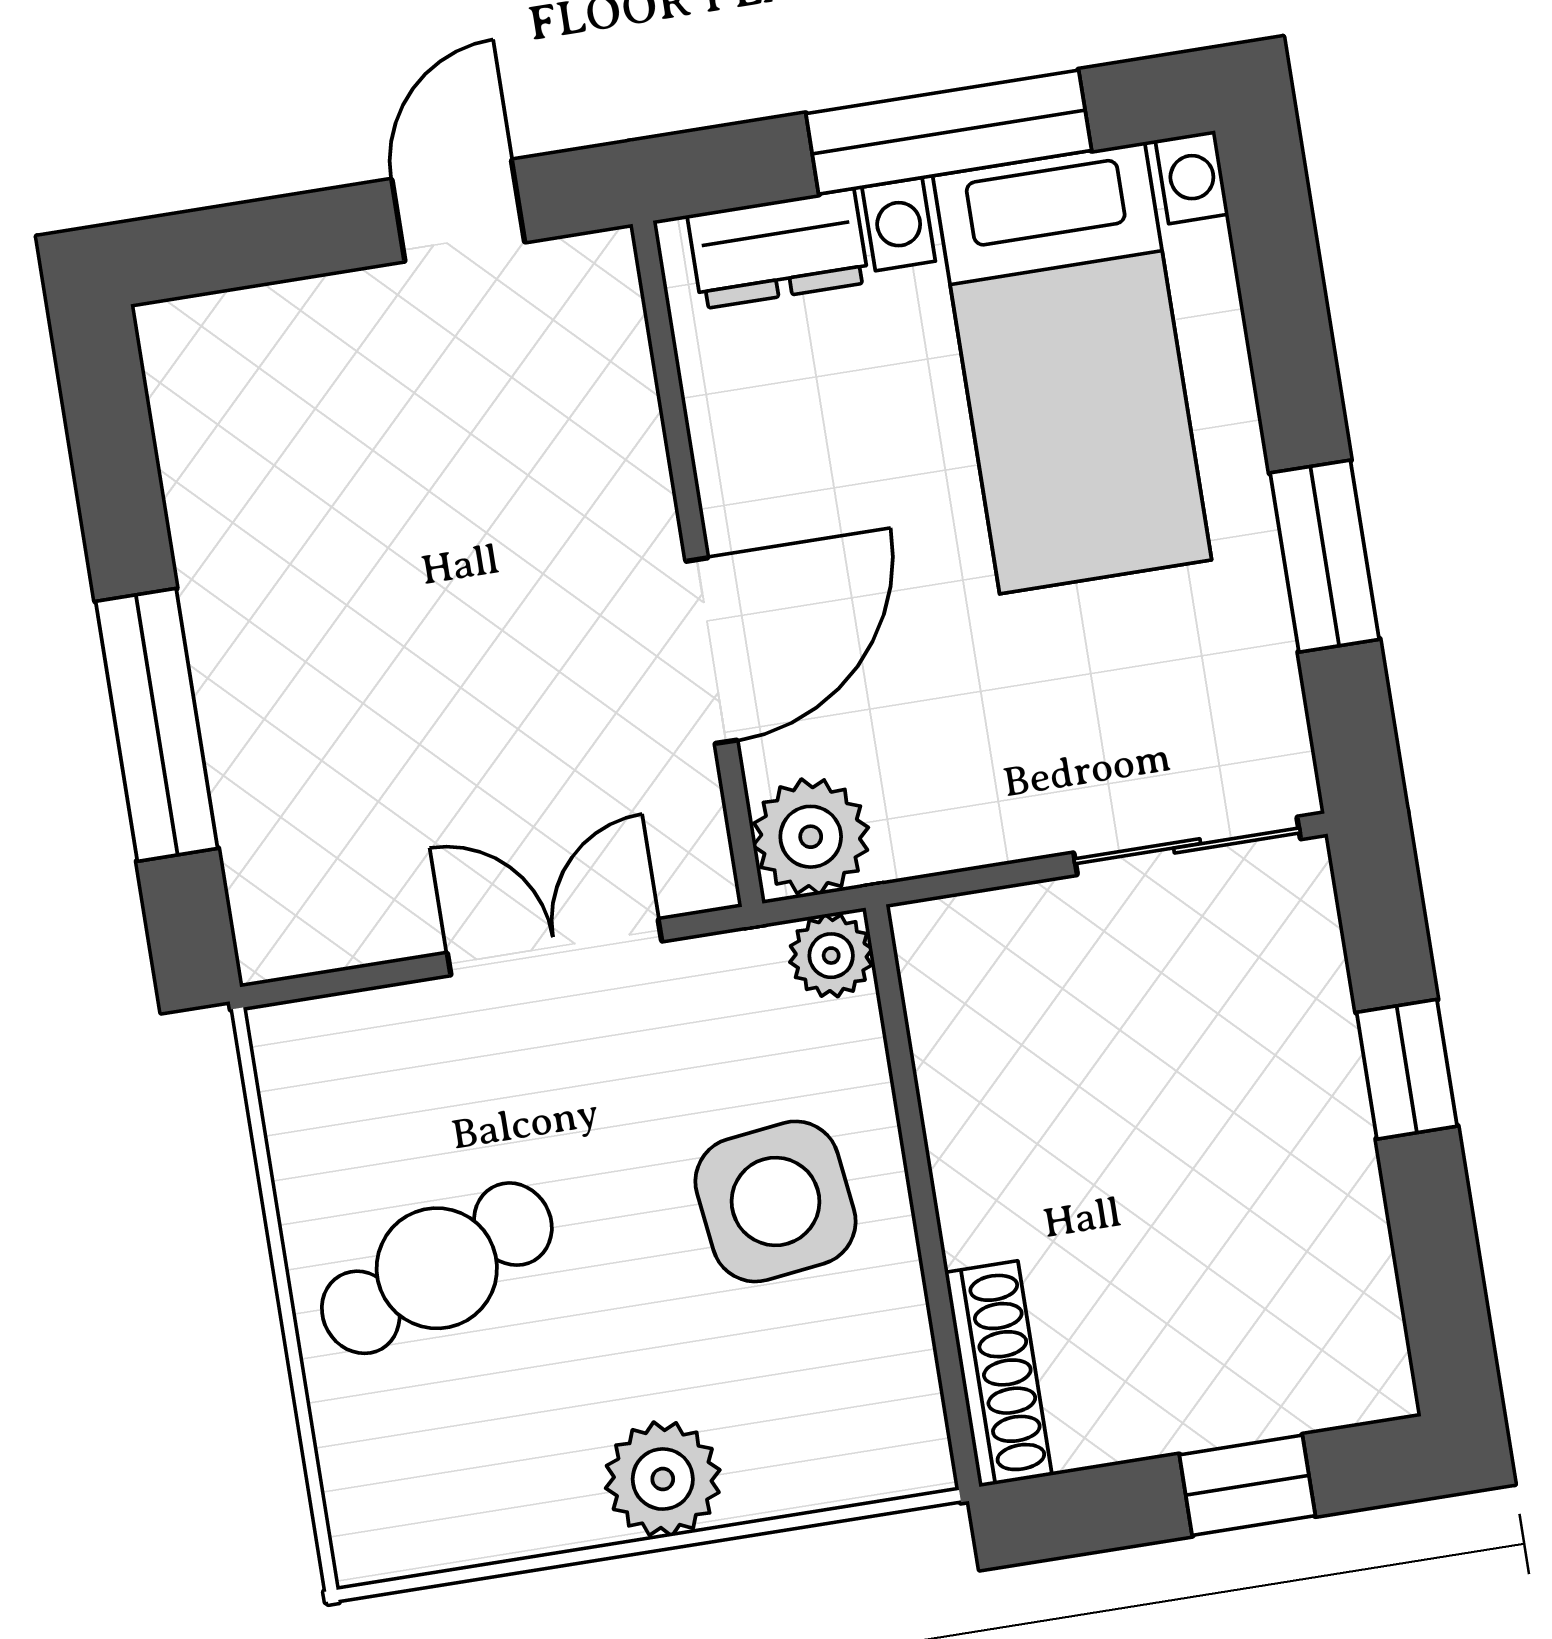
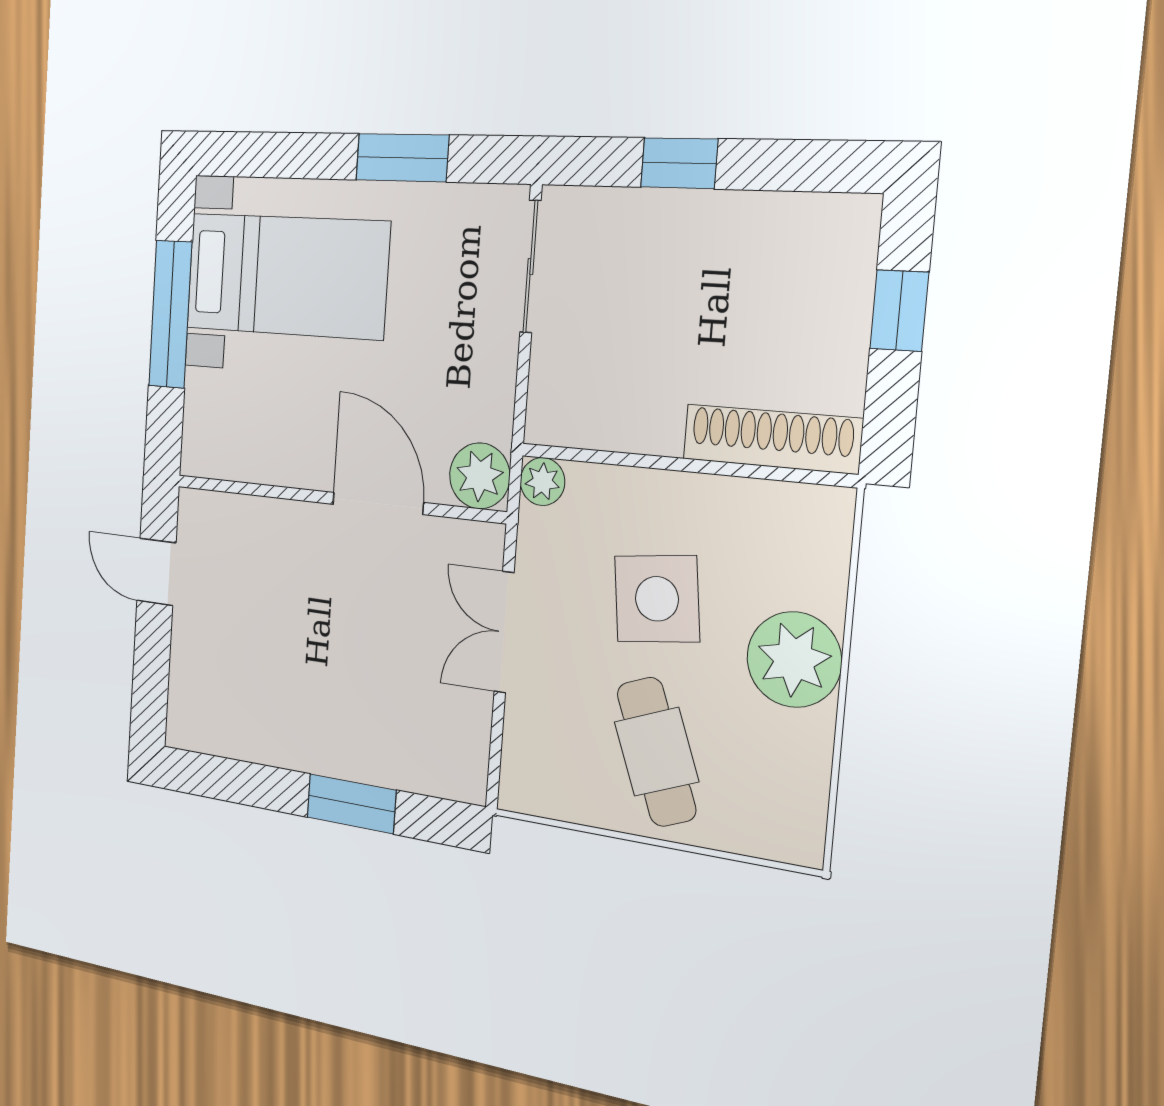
dresser: (778, 249) -> (203, 416), removed
window: (157, 725) -> (351, 804), width x0.69
side table: (776, 1201) -> (657, 599), moved
shoe rack: (999, 1374) -> (772, 439), width x1.36, depth x1.24
plant: (663, 1479) -> (794, 660), width x1.36, depth x1.36

